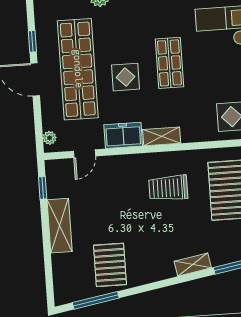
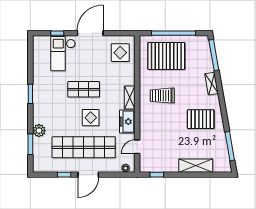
door: (85, 154) -> (137, 147), swing flipped
trolley: (168, 188) -> (162, 96), turned 90
shelving: (60, 226) -> (196, 166), moved
pallet: (110, 265) -> (201, 119), moved

